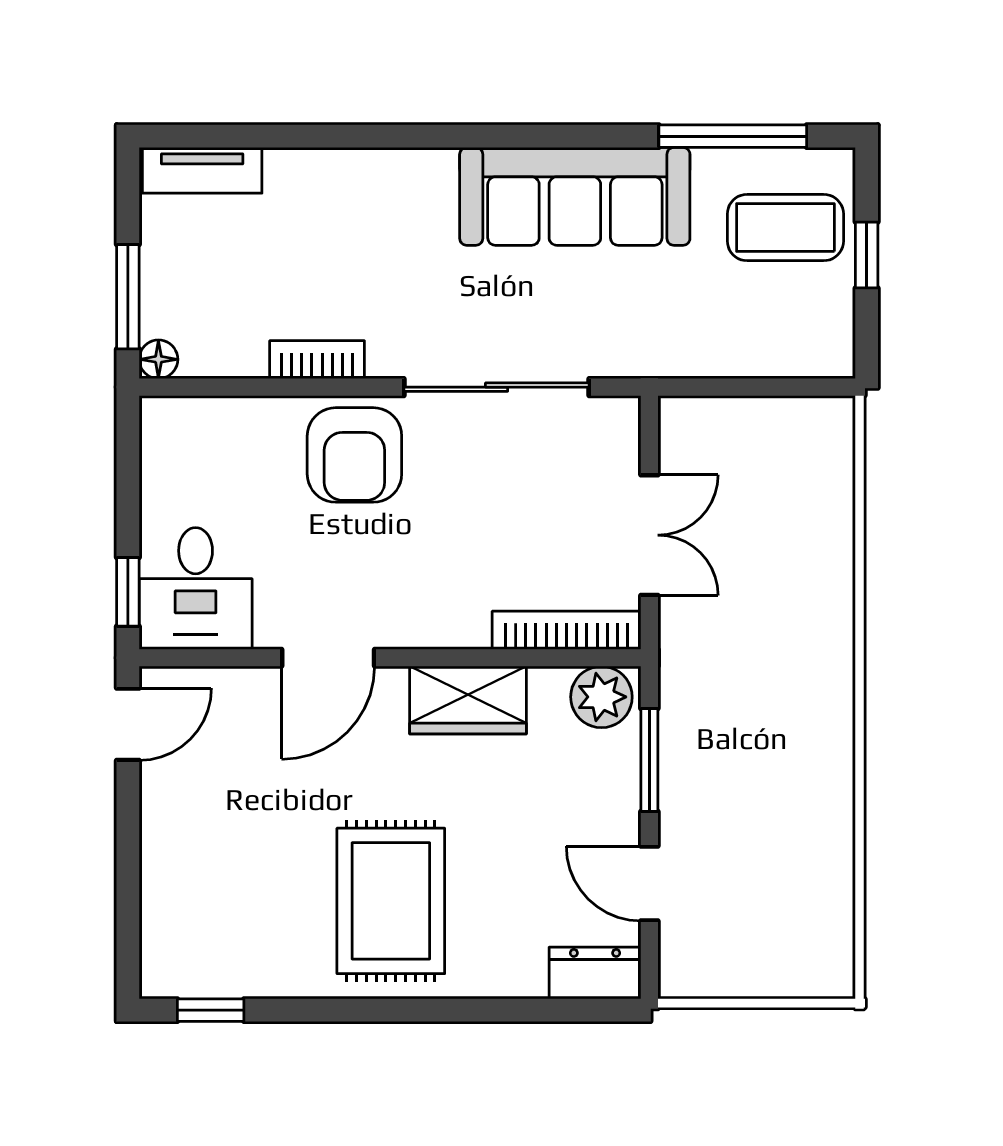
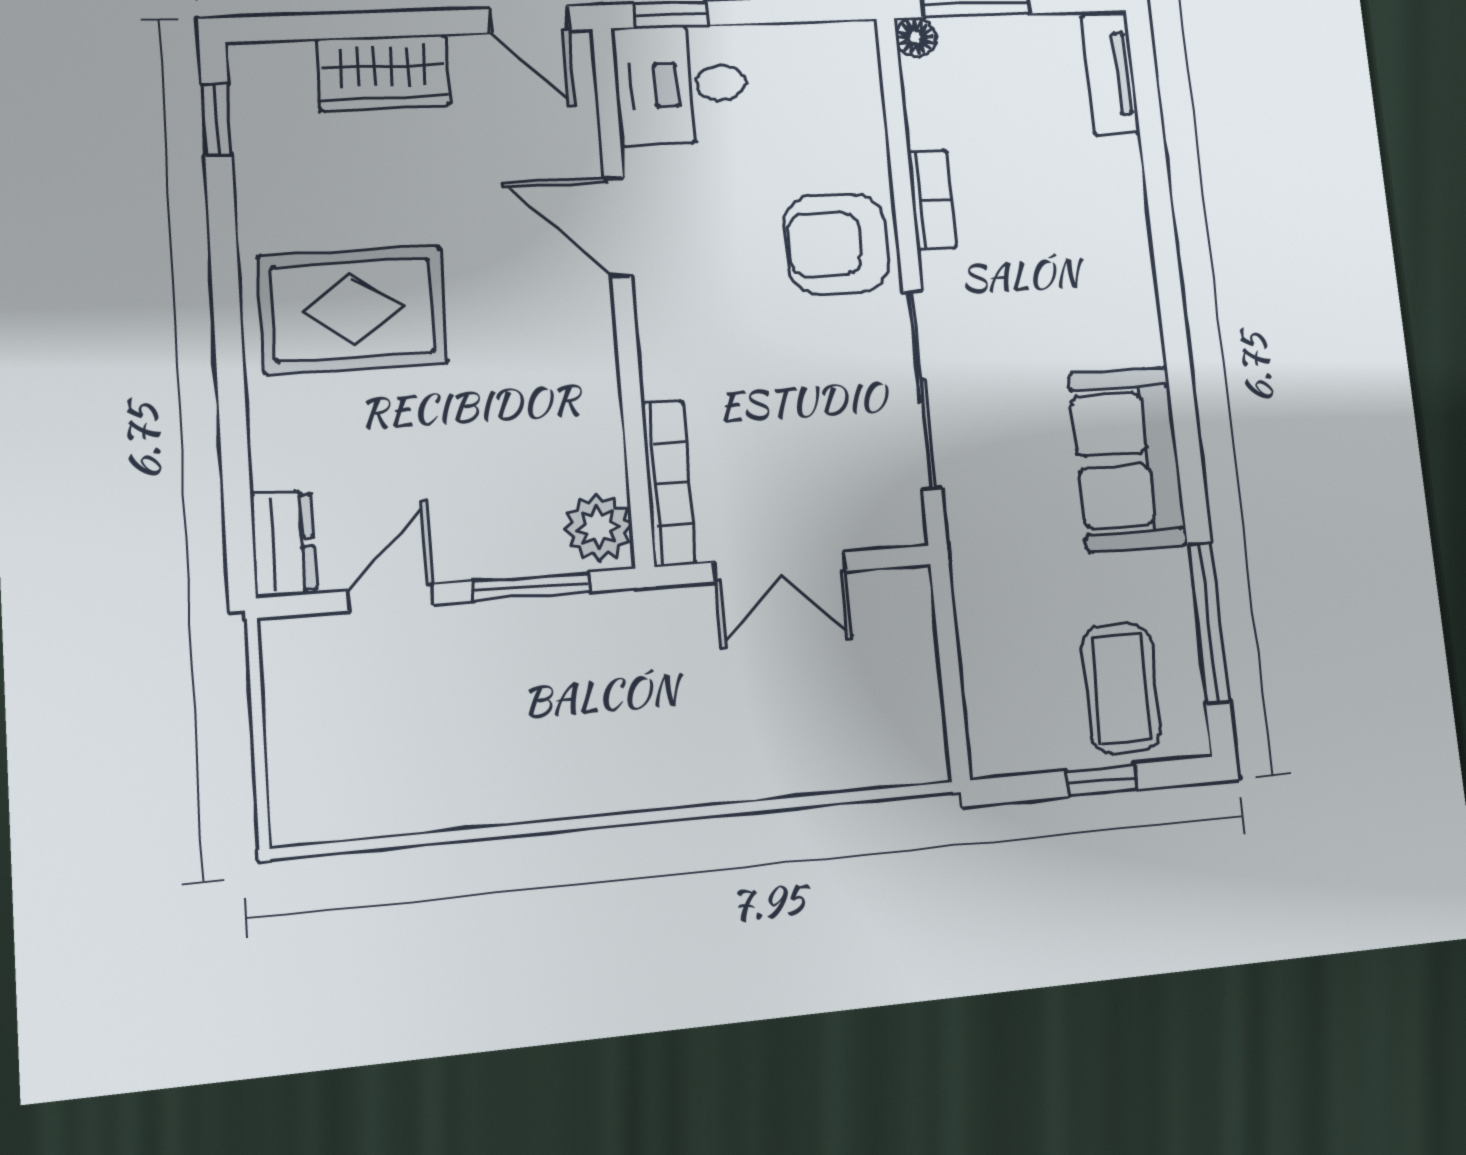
sofa: (575, 196) -> (1128, 459), width x0.73
wardrobe: (468, 700) -> (383, 72), moved, turned -90

